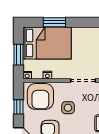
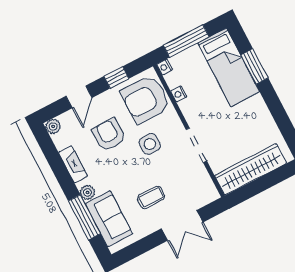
bed: (47, 43) -> (229, 67), width x0.67
window: (18, 55) -> (186, 41), width x1.44

